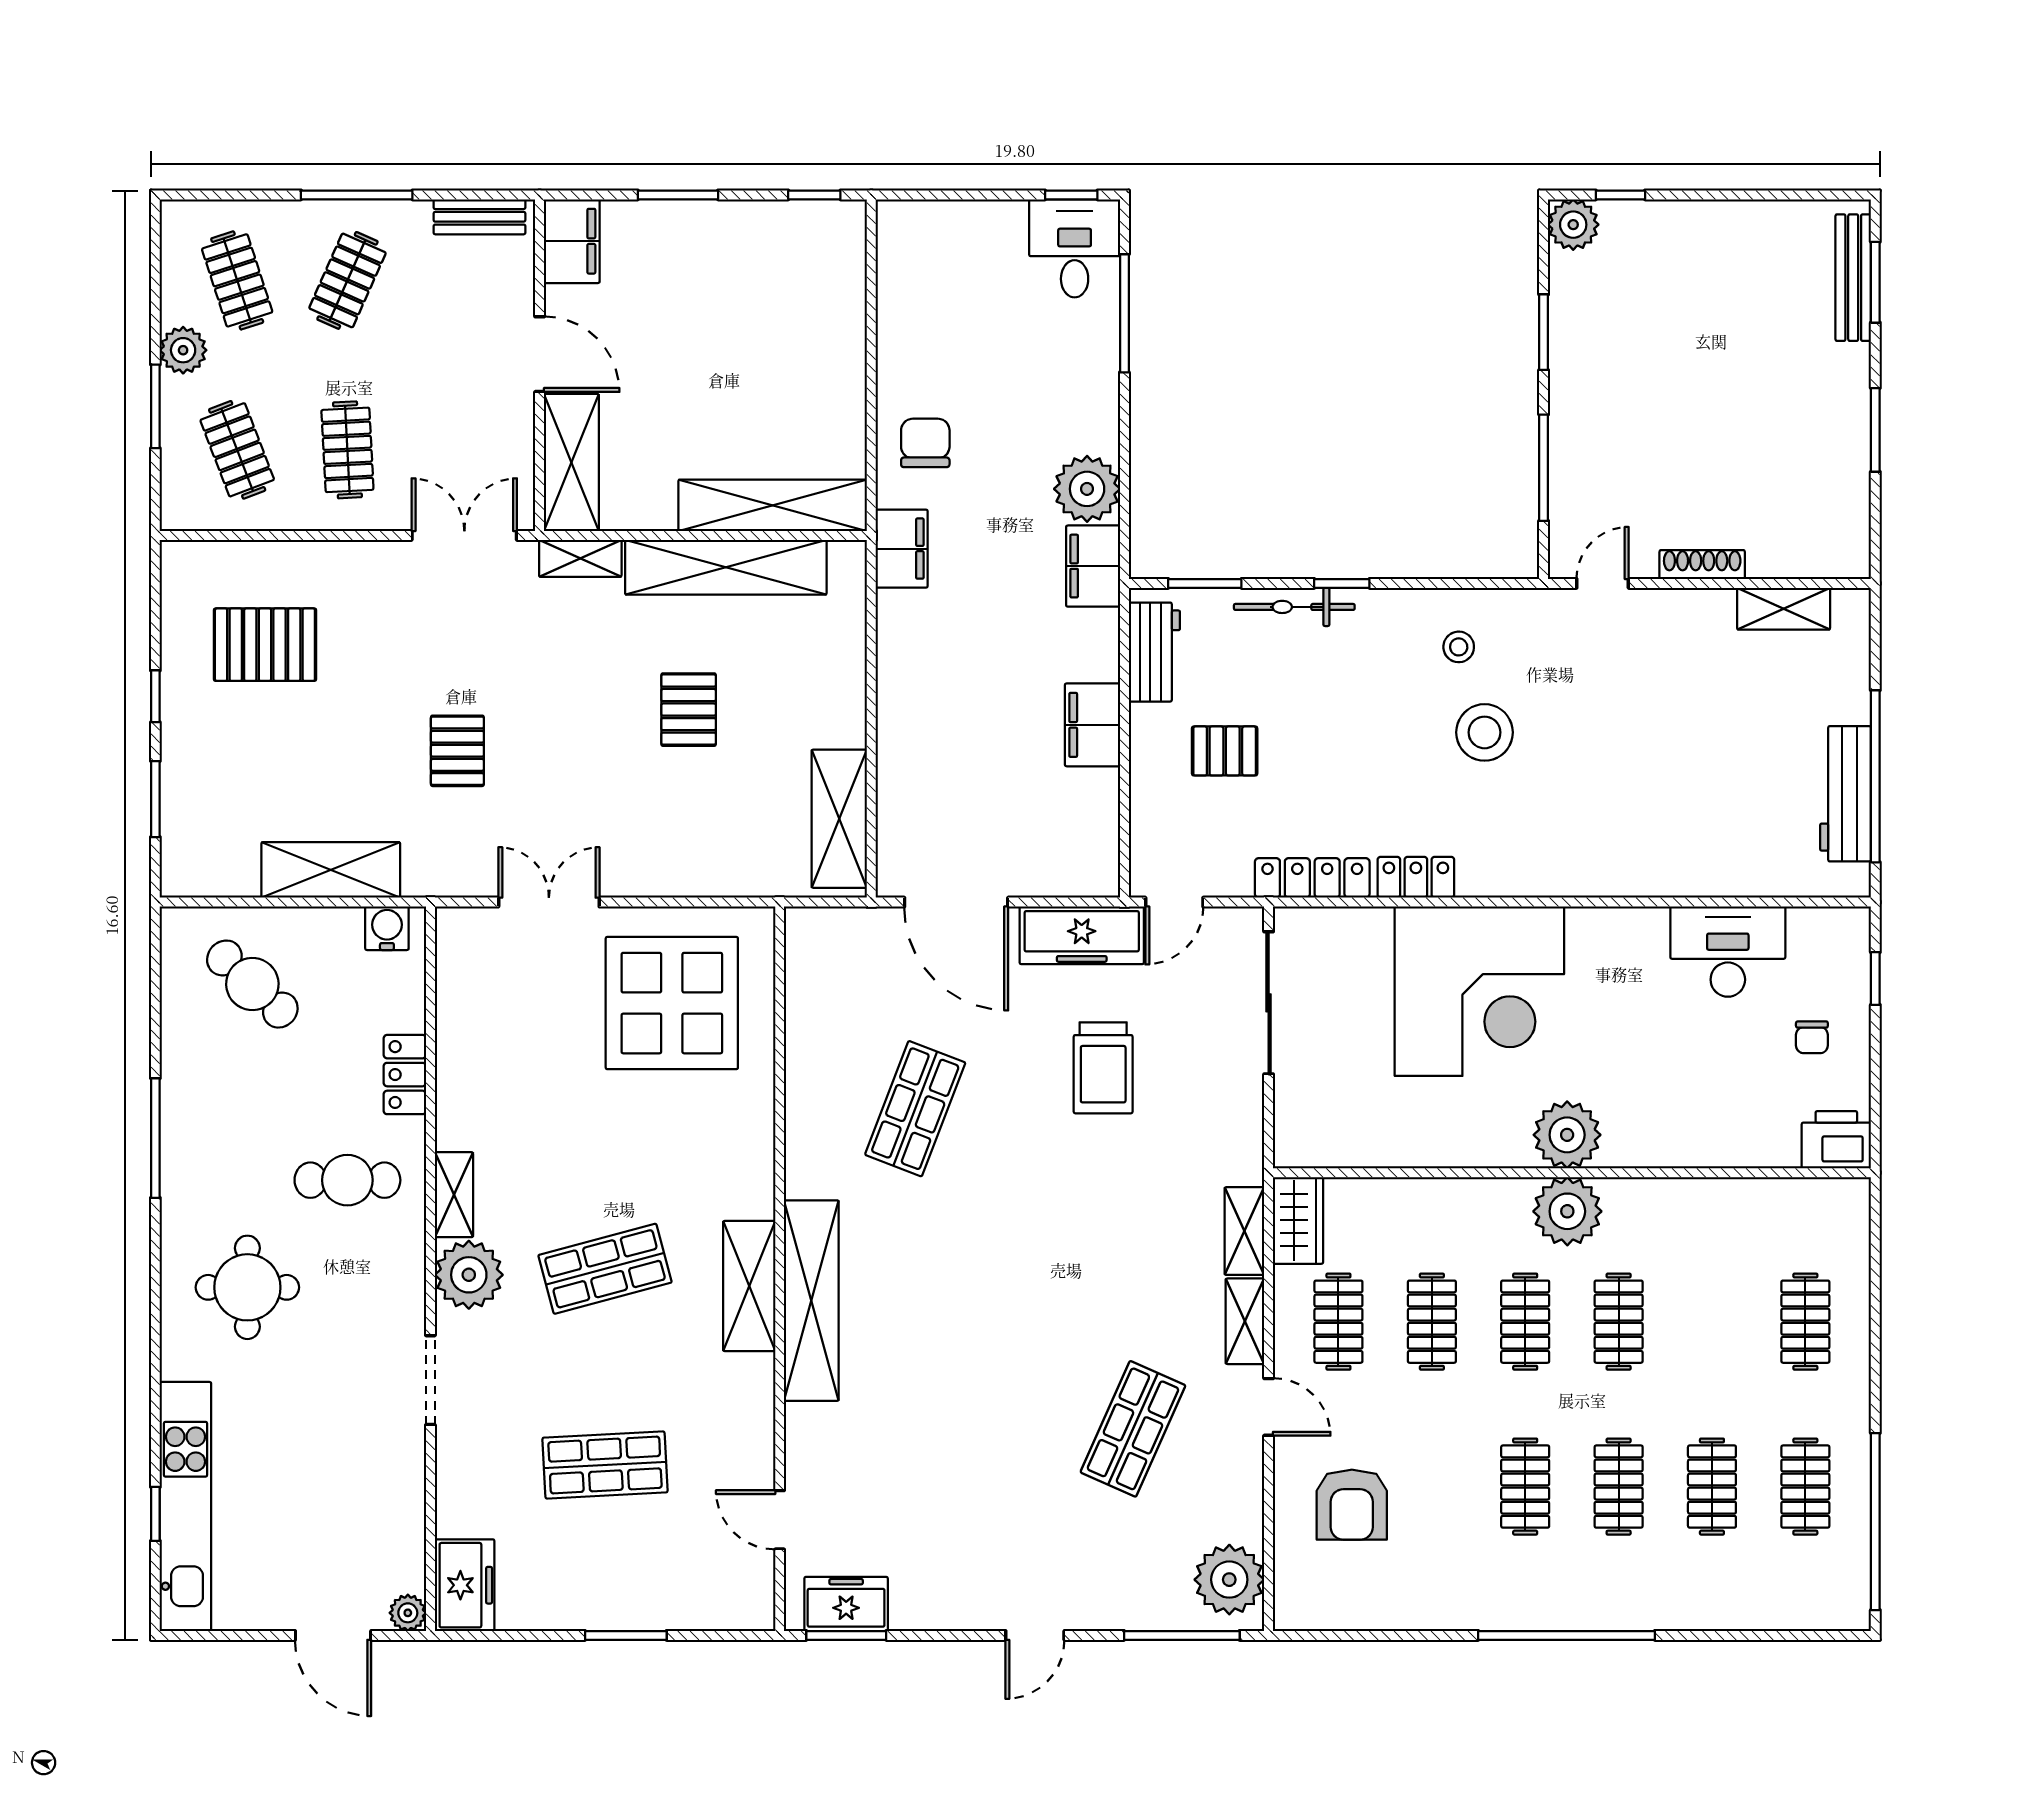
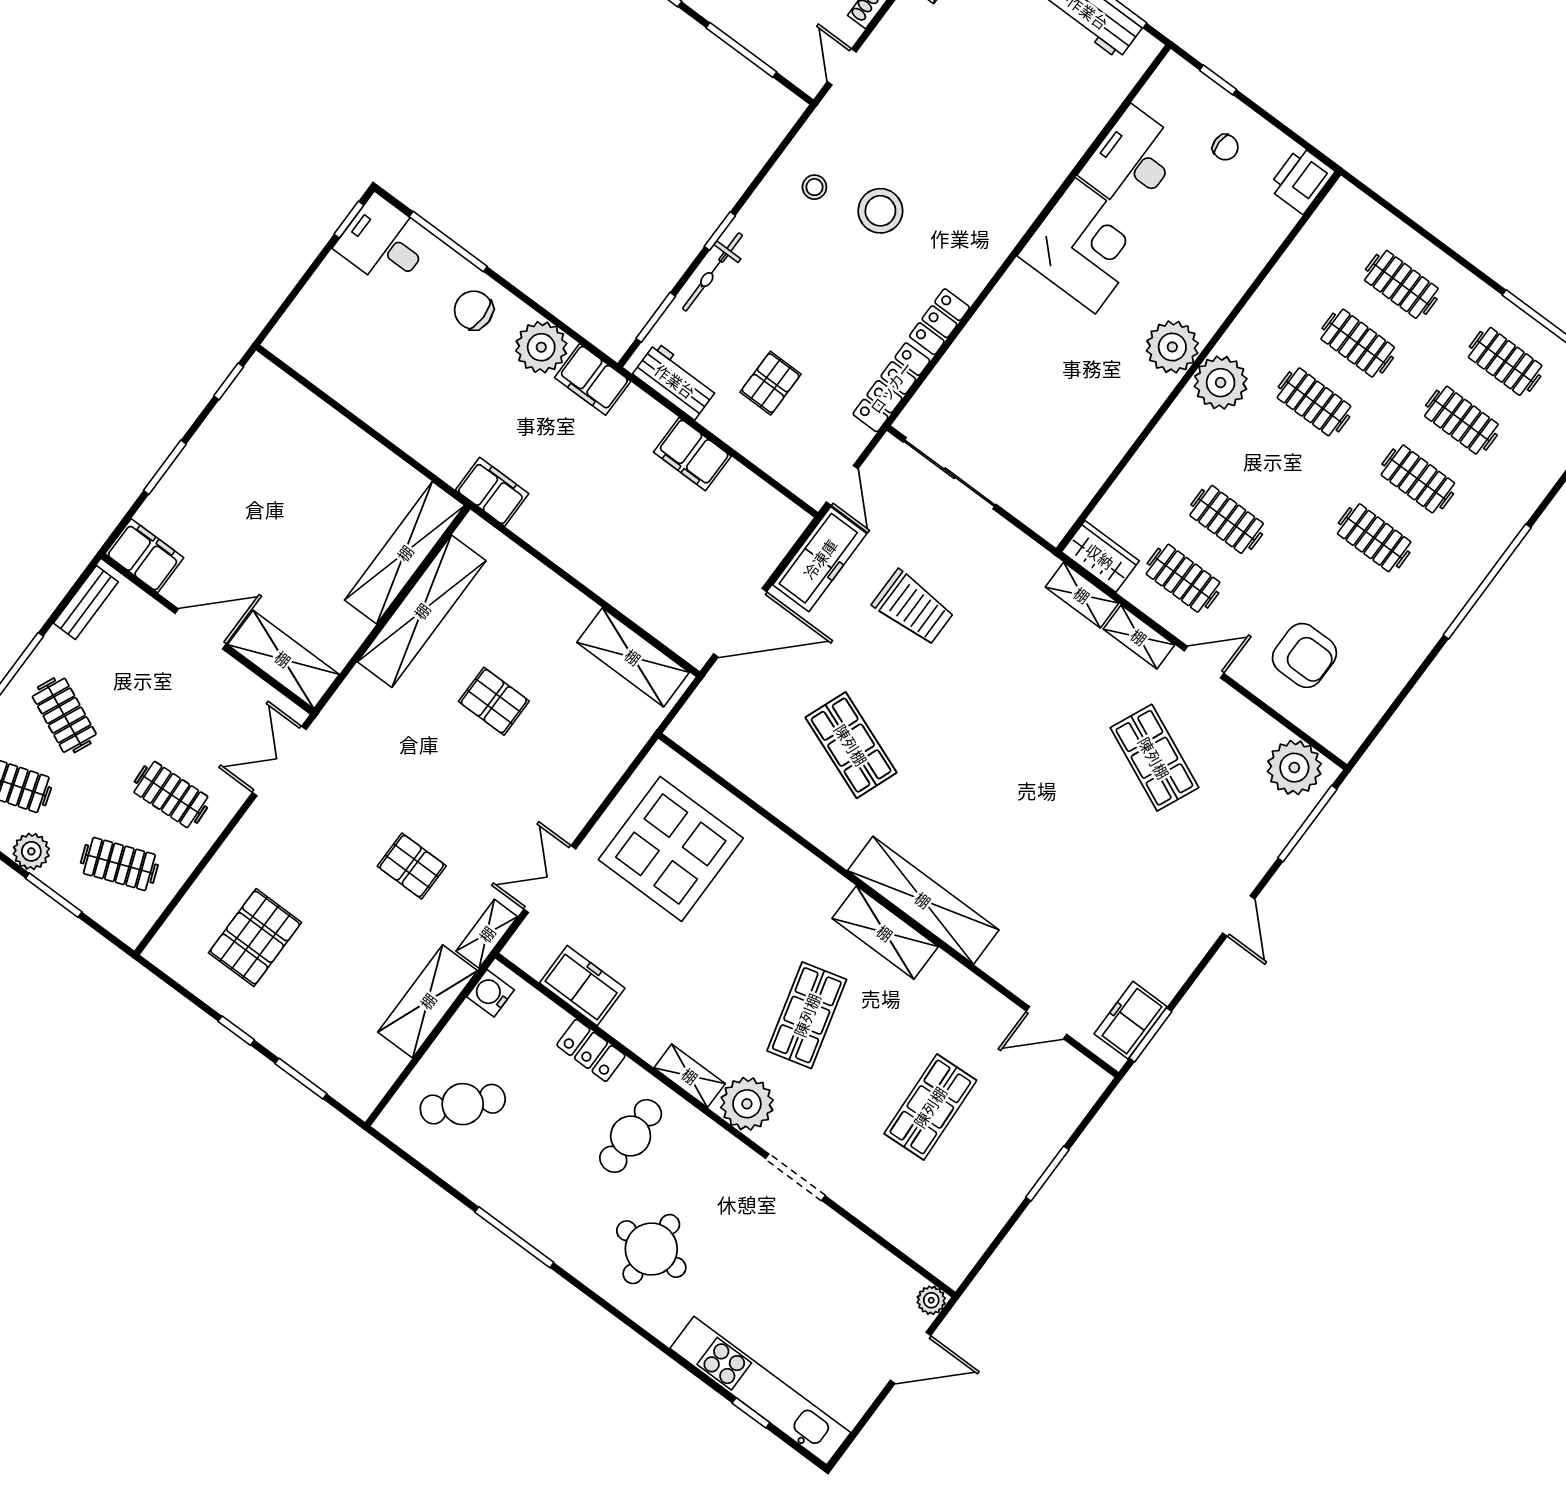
chair: (925, 443) -> (474, 310), moved
shelving: (580, 558) -> (487, 934), moved
corner desk: (1479, 991) -> (1085, 246), moved, width x0.74, depth x0.74
clothes rail: (1525, 1322) -> (1358, 343), moved
freezer: (465, 1585) -> (582, 986), moved

